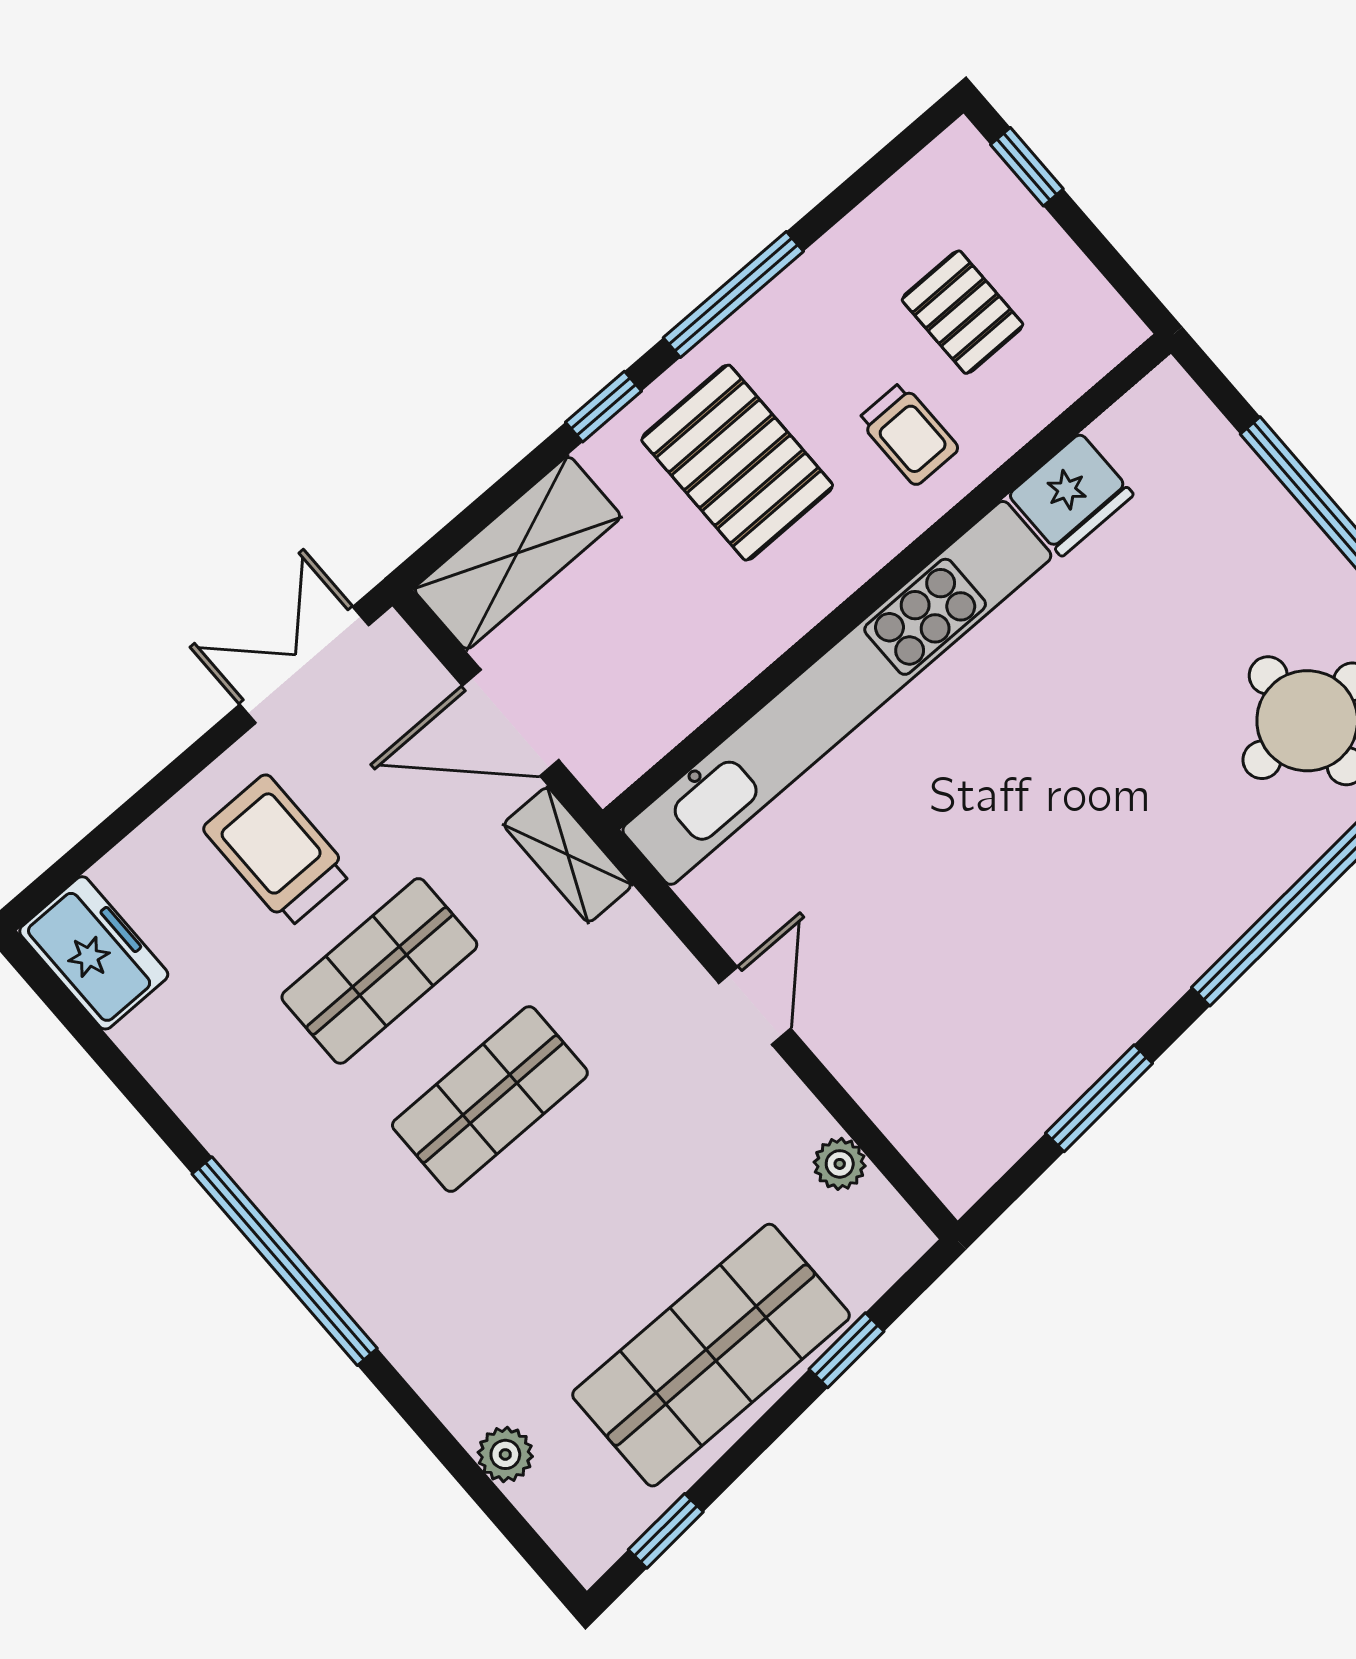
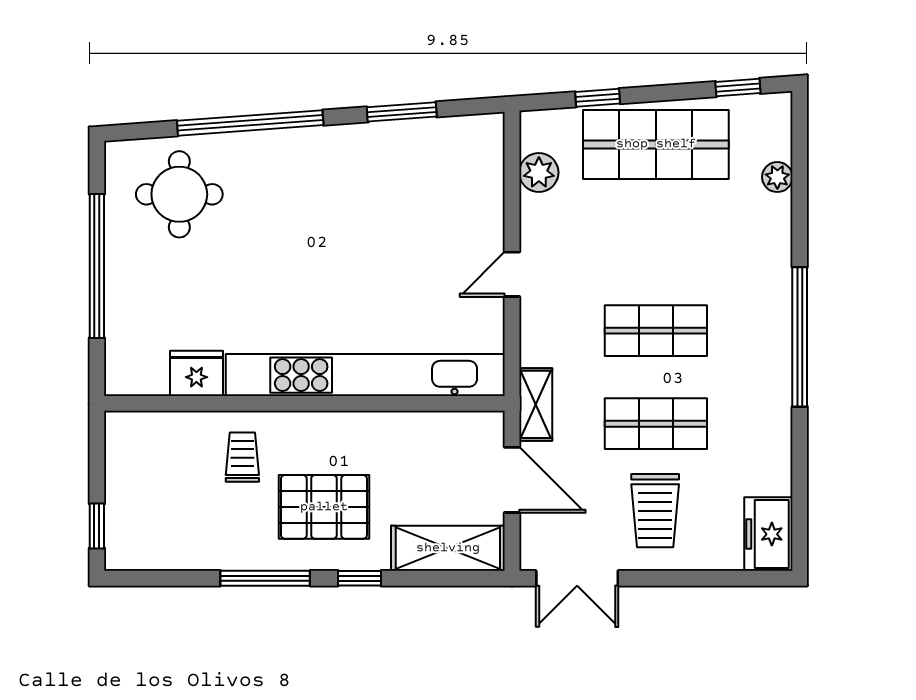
pallet: (962, 312) -> (176, 489), removed
pallet: (737, 463) -> (324, 507), turned 90
plant: (840, 1164) -> (539, 172), width x1.38, depth x1.38

